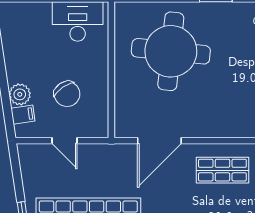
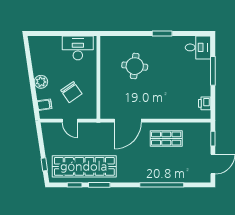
round table: (171, 51) -> (135, 66), width x0.54, depth x0.54
plant: (20, 94) -> (41, 82), moved

